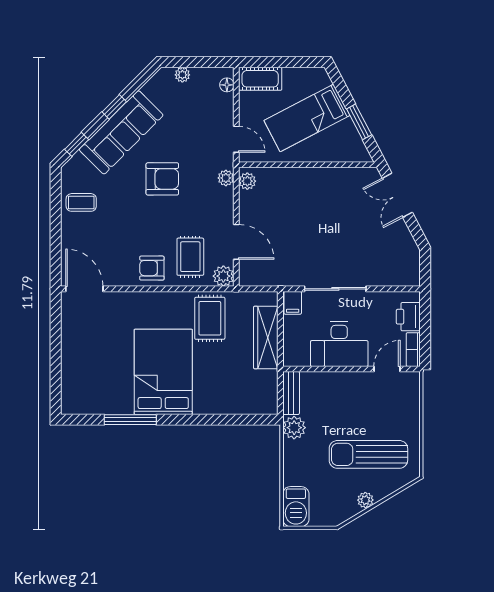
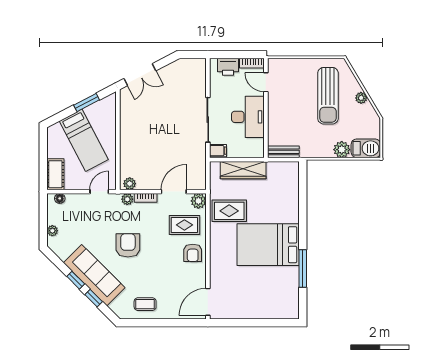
window: (77, 144) -> (94, 298), moved
coffee table: (81, 202) -> (145, 304), turned 90
bookcase: (228, 203) -> (146, 198), added
plant: (294, 428) -> (342, 150), moved

